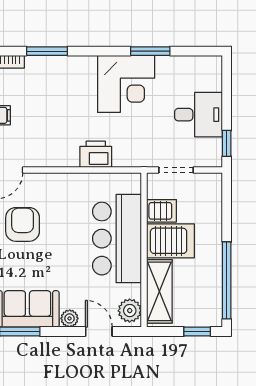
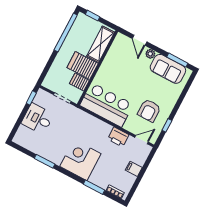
corner desk: (126, 84) -> (80, 160), moved
printer: (96, 154) -> (118, 137), moved
bar counter: (117, 239) -> (106, 105), moved, turned -90
plant: (130, 311) -> (120, 42), removed

